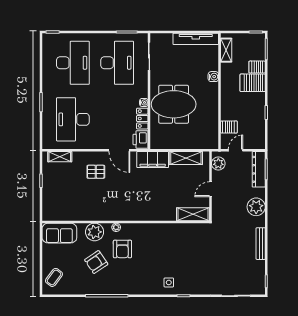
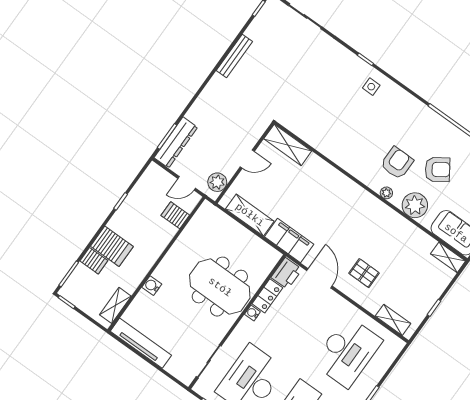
plant: (256, 207) -> (209, 102), removed
shelving: (54, 216) -> (448, 257), added

